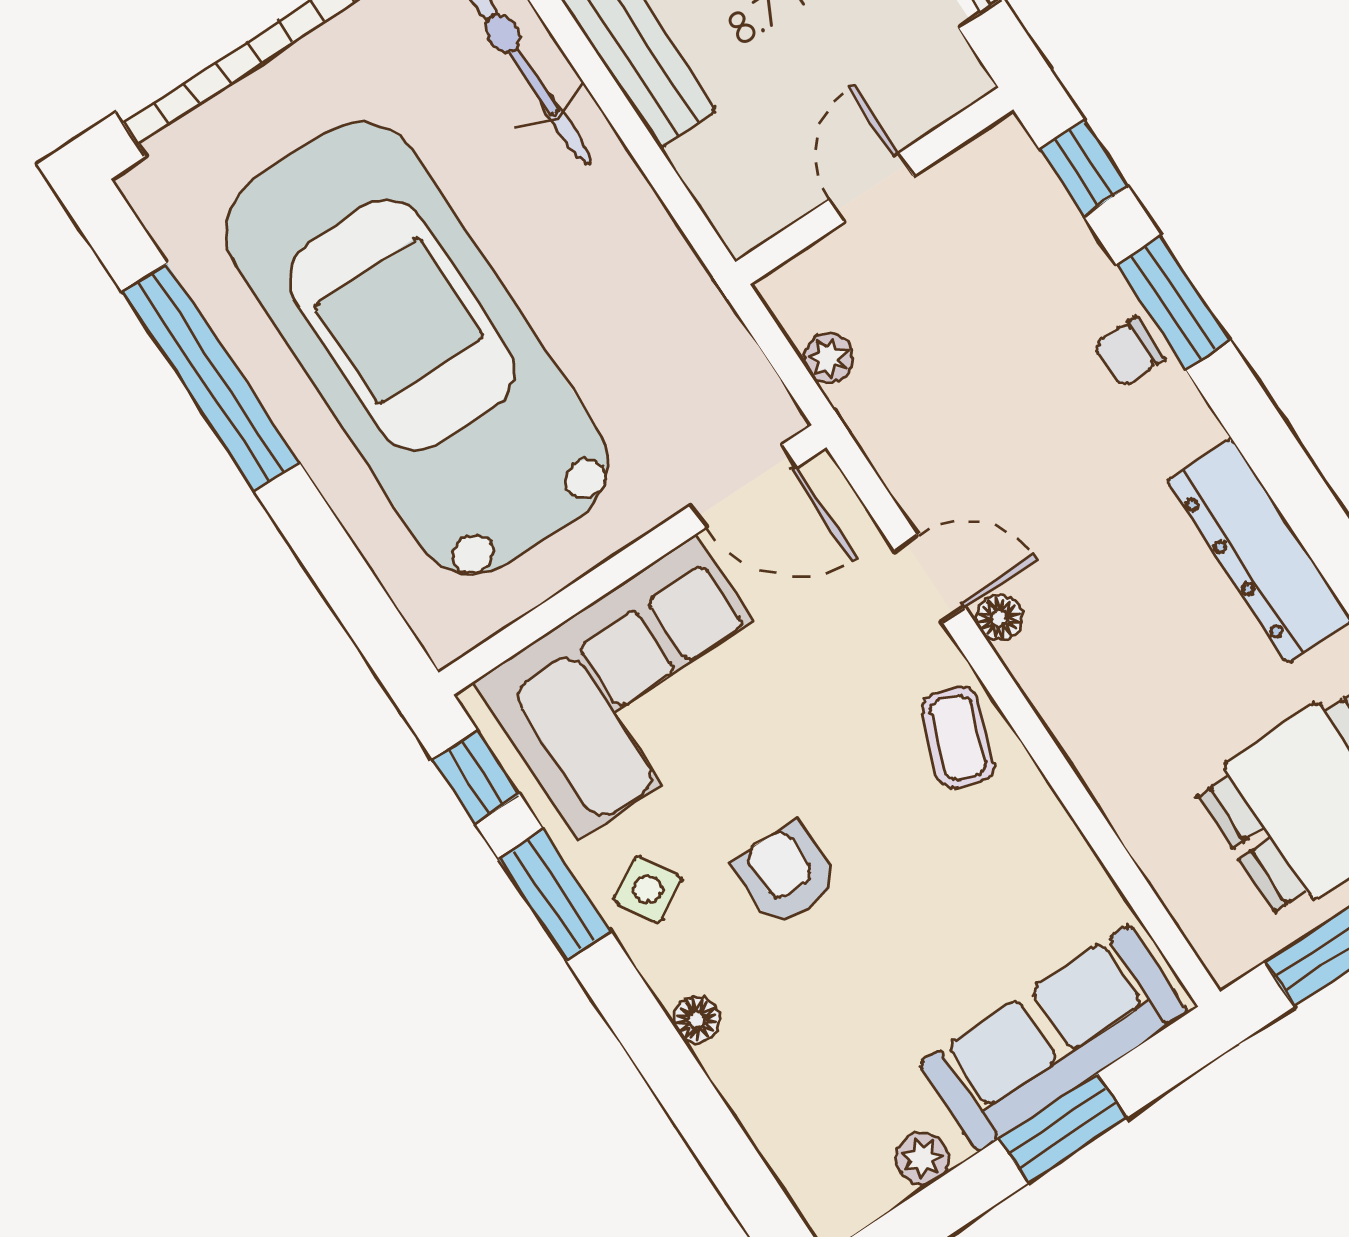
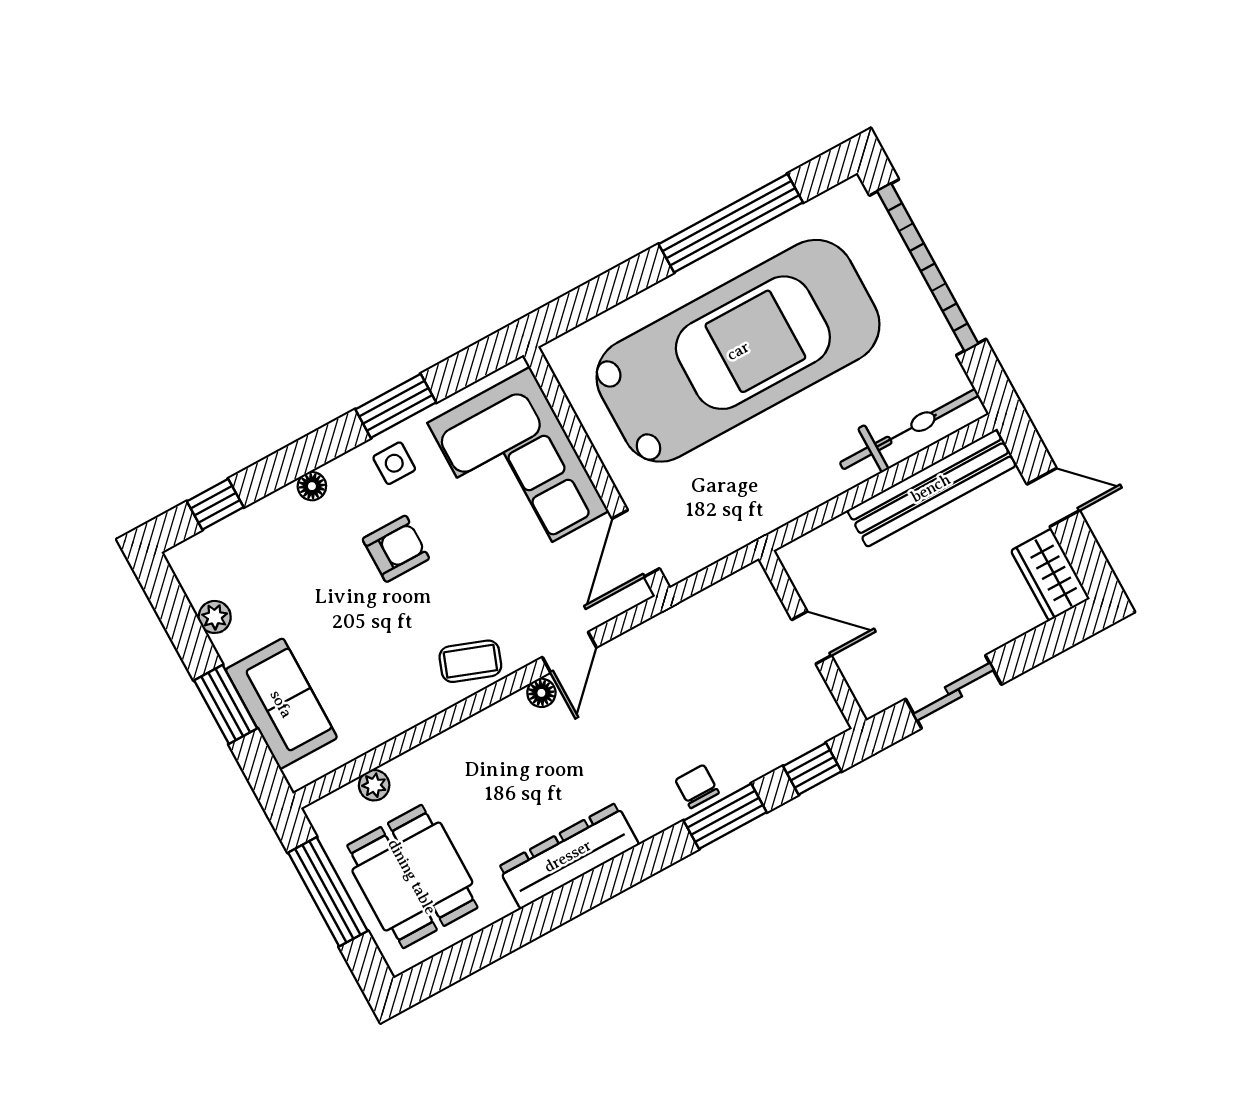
plant: (829, 358) -> (374, 785), moved
window: (476, 777) -> (215, 504), moved
side table: (648, 889) -> (394, 463), turned 30
sofa: (1054, 1038) -> (281, 704), width x0.73

